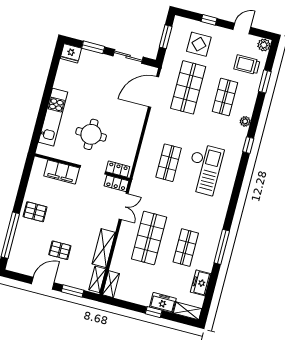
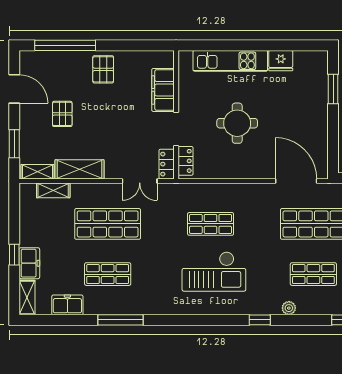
fridge: (71, 53) -> (281, 61), moved, turned -90
sliding door: (128, 56) -> (333, 137), removed
round table: (91, 134) -> (237, 123), moved
door: (43, 283) -> (14, 89), moved
shelving: (111, 284) -> (53, 190), moved

